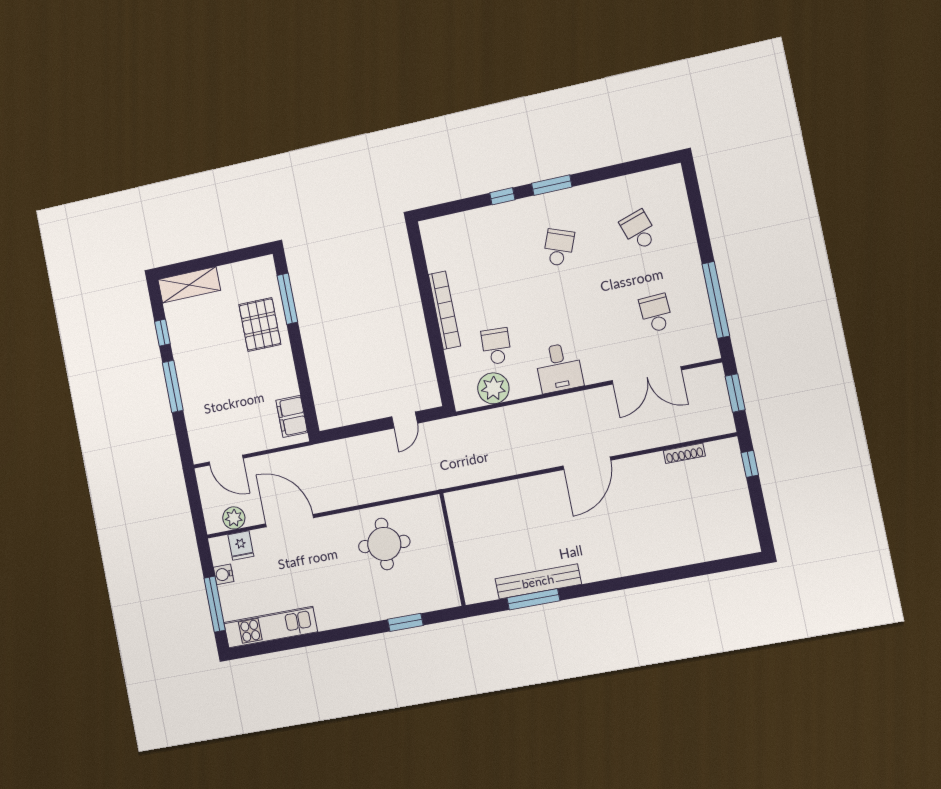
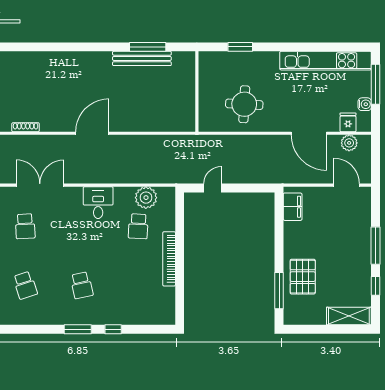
school desk: (559, 248) -> (82, 285), turned -33
kitchen unit: (271, 627) -> (326, 61), width x1.36

